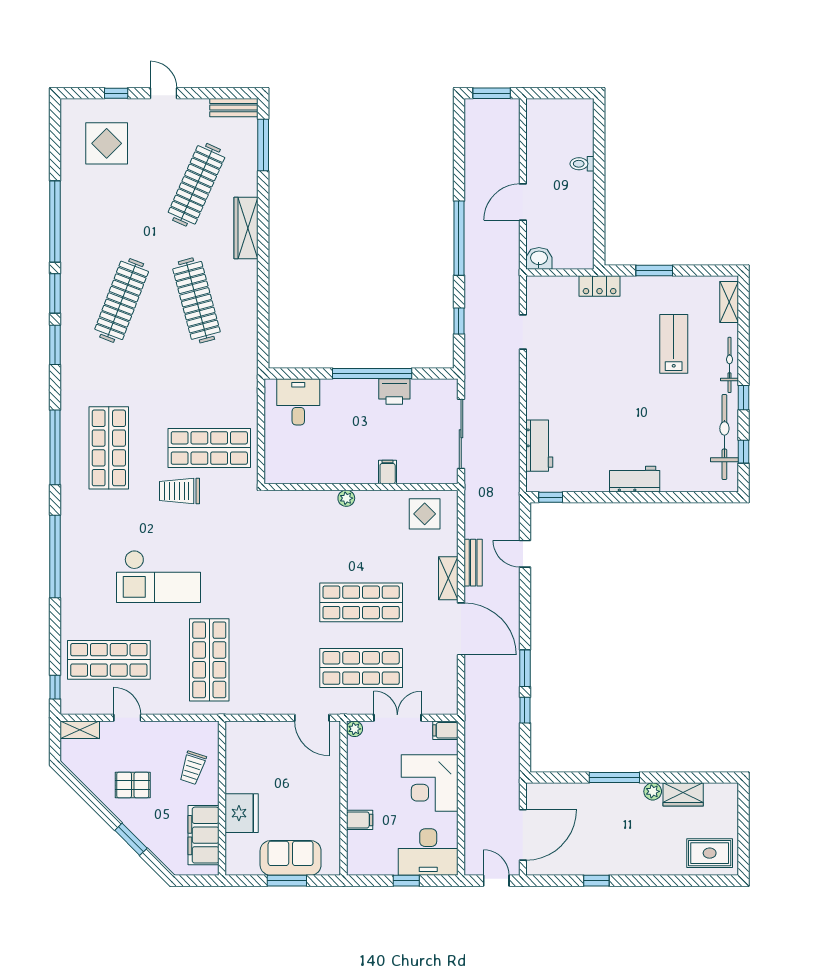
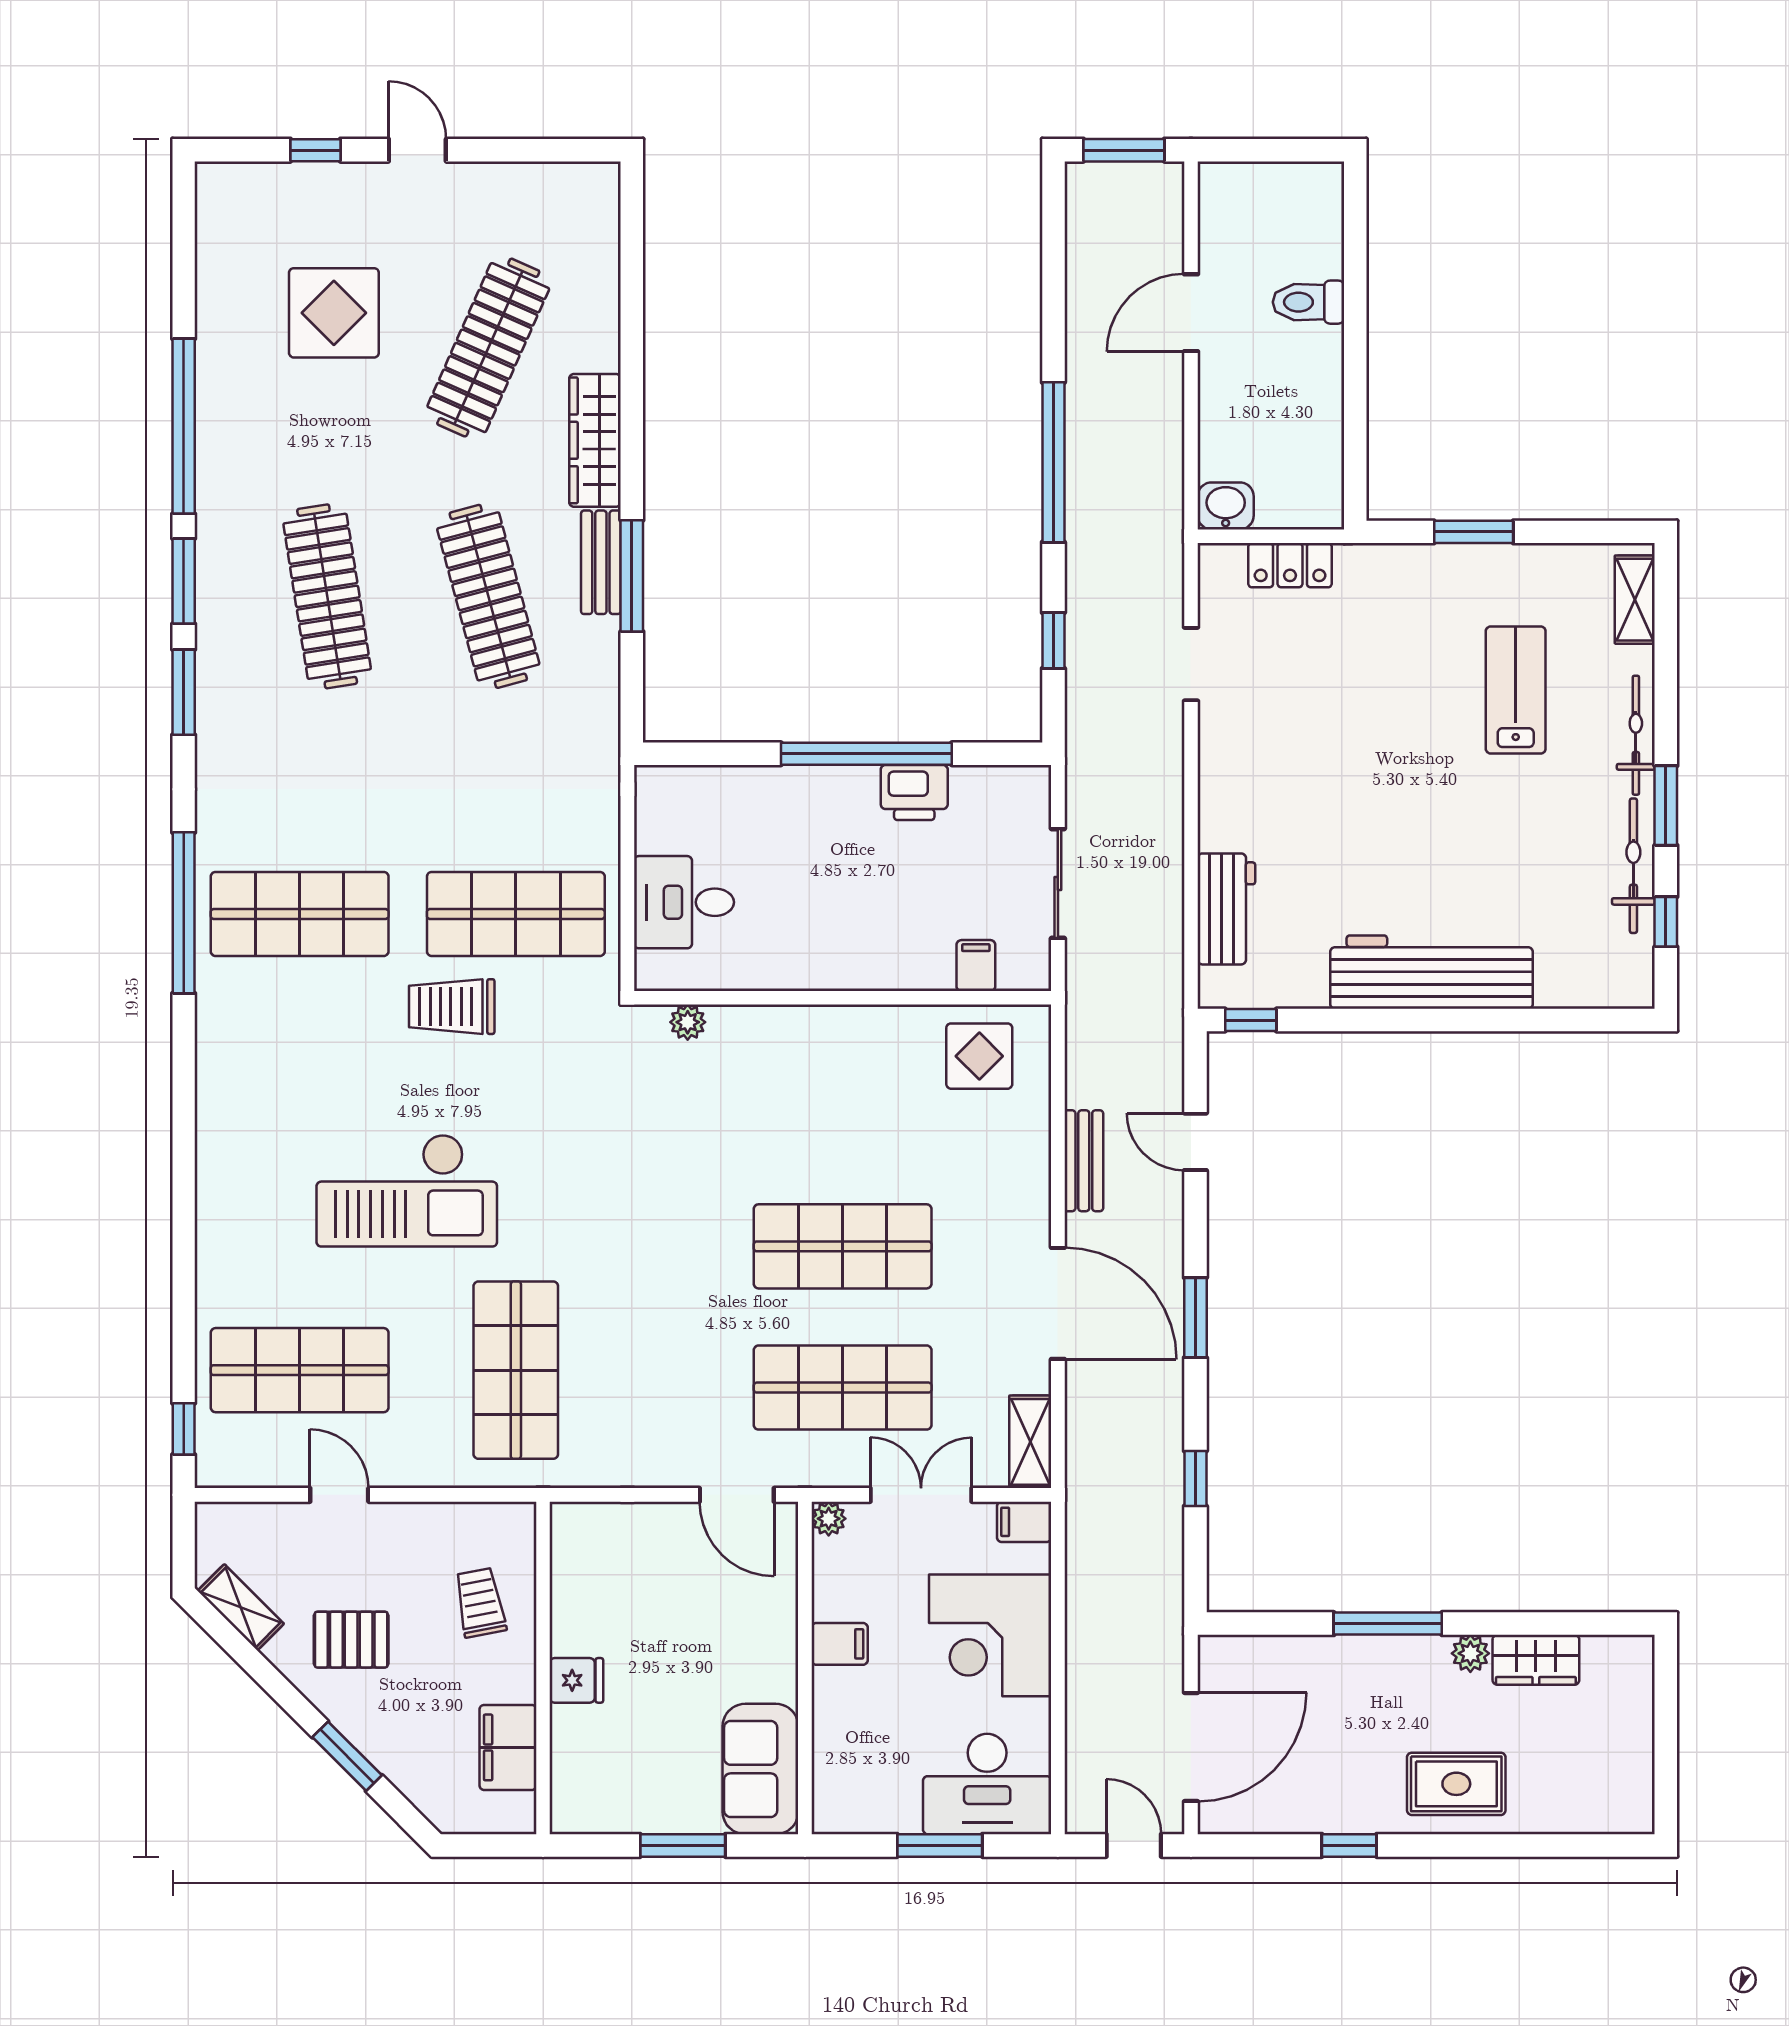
bench: (234, 108) -> (601, 562), moved, turned 90
display table: (107, 143) -> (334, 313), moved
window: (263, 145) -> (632, 576), moved
toilet: (582, 164) -> (1308, 302), width x1.37, depth x1.39
door: (523, 202) -> (1191, 313), moved
locker: (600, 286) -> (1290, 565), moved
clothes rail: (122, 300) -> (327, 596), turned -30
window: (743, 398) -> (1666, 806), width x1.50
desk: (298, 402) -> (684, 902), moved, turned -90
sliding door: (461, 434) -> (1058, 884), width x0.73
bicycle: (724, 437) -> (1633, 866), width x0.73, depth x0.71
shop shelf: (109, 448) -> (300, 914), turned 90
filing cabinet: (388, 472) -> (976, 966), moved
workbench: (635, 479) -> (1432, 972), width x1.88, depth x1.32
plant: (346, 498) -> (688, 1022), moved
window: (55, 556) -> (184, 1147), removed
shelving: (448, 578) -> (1030, 1442), moved
window: (525, 668) -> (1195, 1318), moved
shelving: (80, 730) -> (241, 1607), moved, turned 45
trolley: (193, 768) -> (480, 1603), turned 151
fridge: (242, 813) -> (576, 1680), width x0.53, depth x0.75
filing cabinet: (360, 820) -> (840, 1644), moved
filing cabinet: (203, 835) -> (508, 1747), width x0.67, depth x0.86
rug: (710, 853) -> (1456, 1784), moved
sofa: (291, 858) -> (760, 1769), moved, turned -90
window: (406, 881) -> (940, 1845), width x1.50

